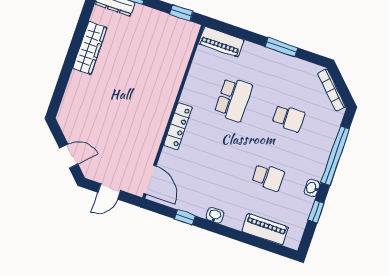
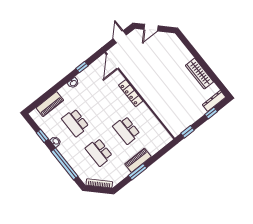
piano: (221, 42) -> (138, 160), moved
school desk: (289, 118) -> (99, 152), width x1.85
school desk: (268, 177) -> (75, 123), width x1.85
door: (150, 180) -> (113, 61), hinge flipped

